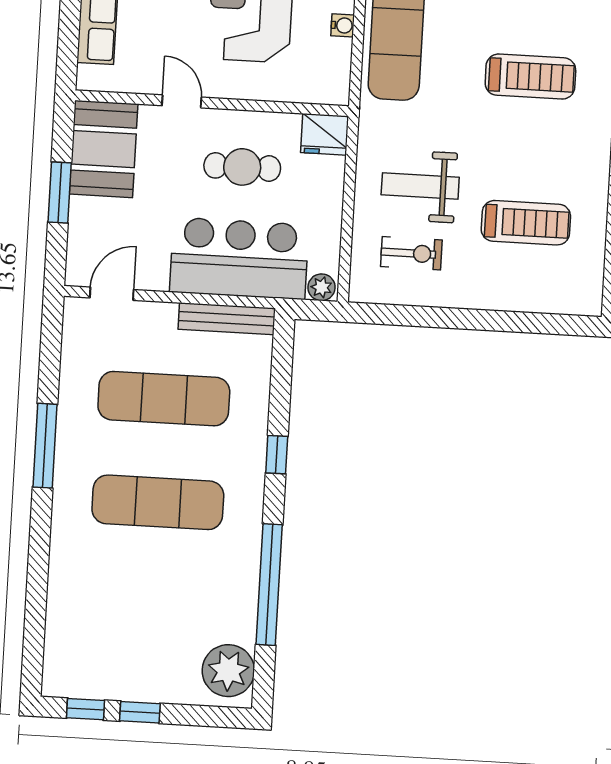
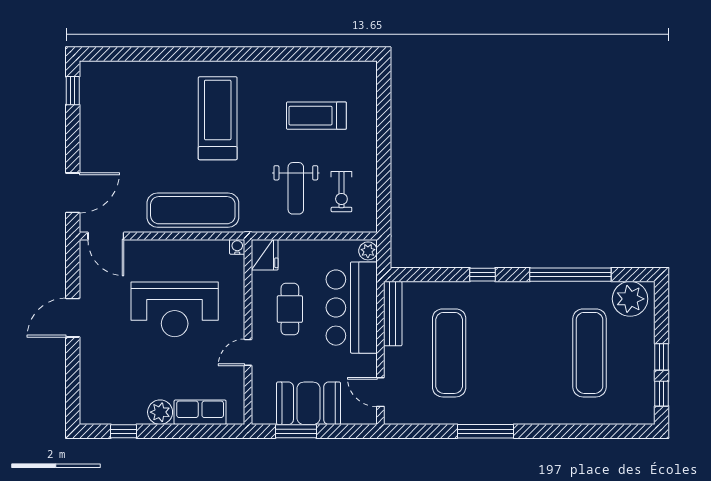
water cooler: (343, 25) -> (237, 247), moved
treadmill: (530, 77) -> (218, 118), width x1.37, depth x1.38
booth: (104, 149) -> (309, 403), moved
window: (60, 192) -> (296, 431), moved
treadmill: (526, 223) -> (316, 116), turned -90
exercise bike: (411, 253) -> (341, 192), turned 180
exercise mat: (158, 502) -> (590, 353), moved

